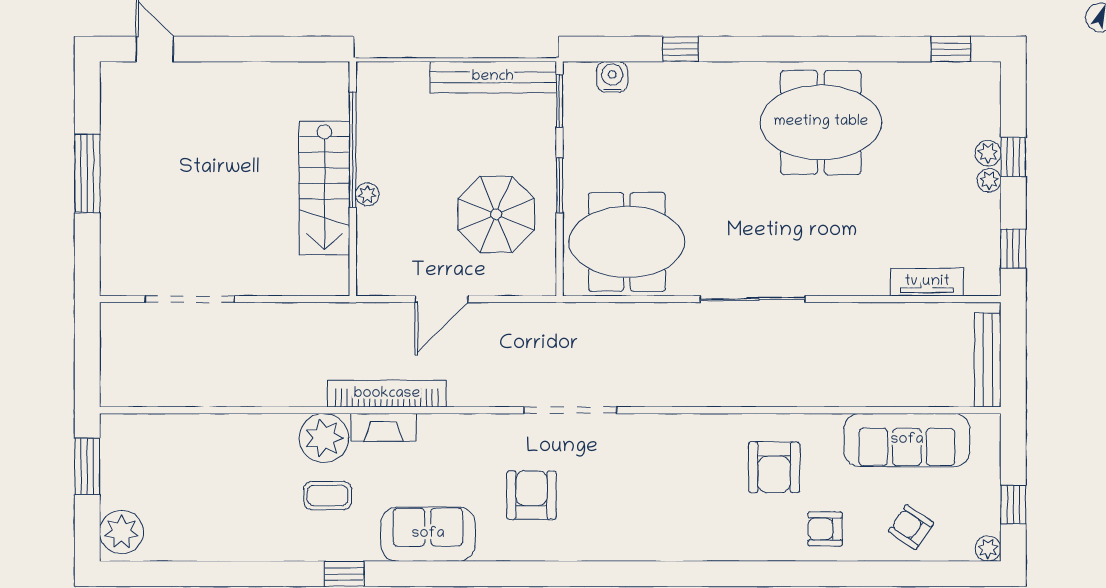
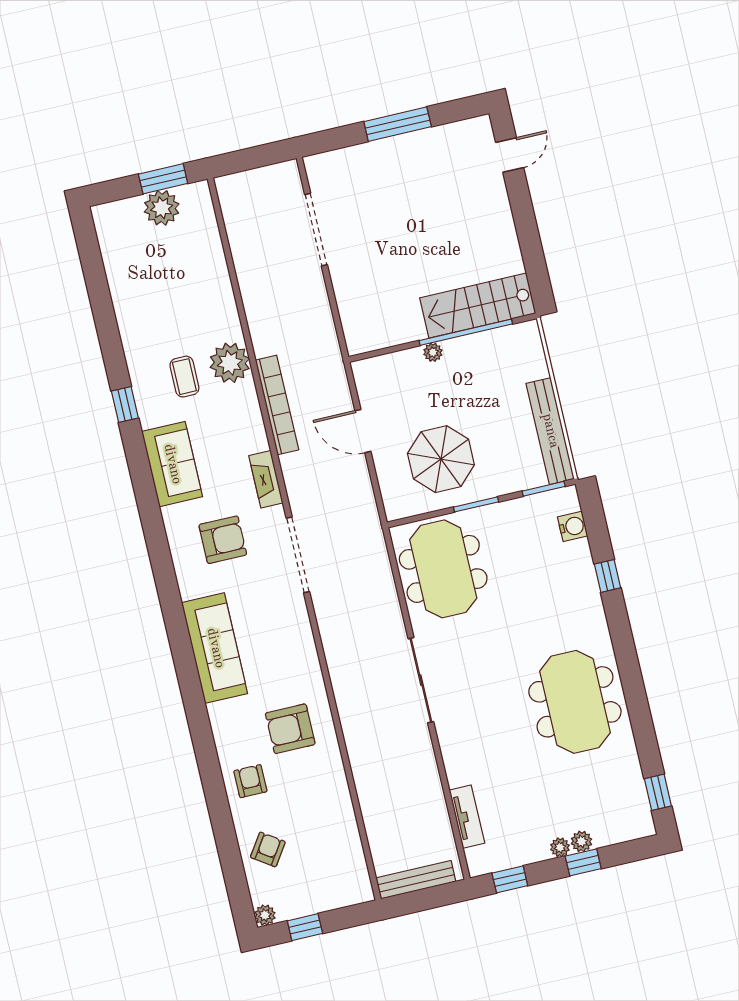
stairs: (324, 188) -> (478, 306), moved
fireplace: (384, 427) -> (266, 479), moved
sofa: (907, 440) -> (215, 648), moved, turned 180
plant: (121, 532) -> (162, 208), moved

